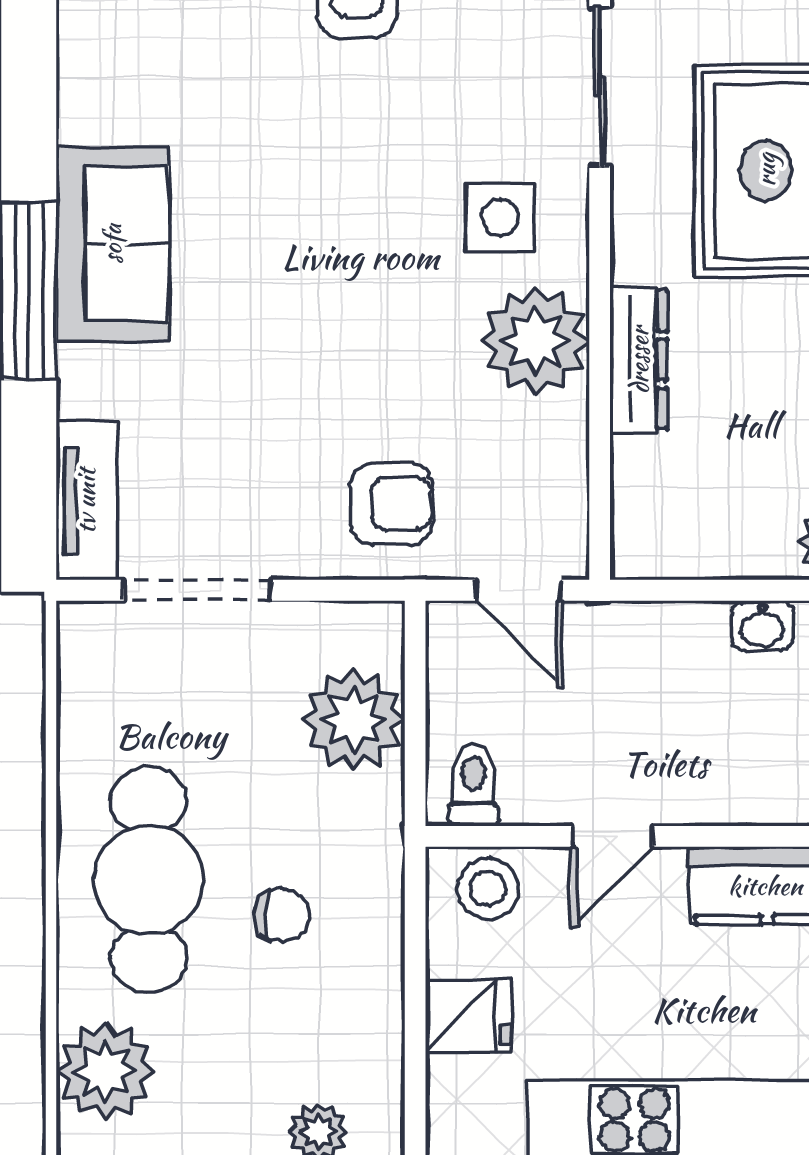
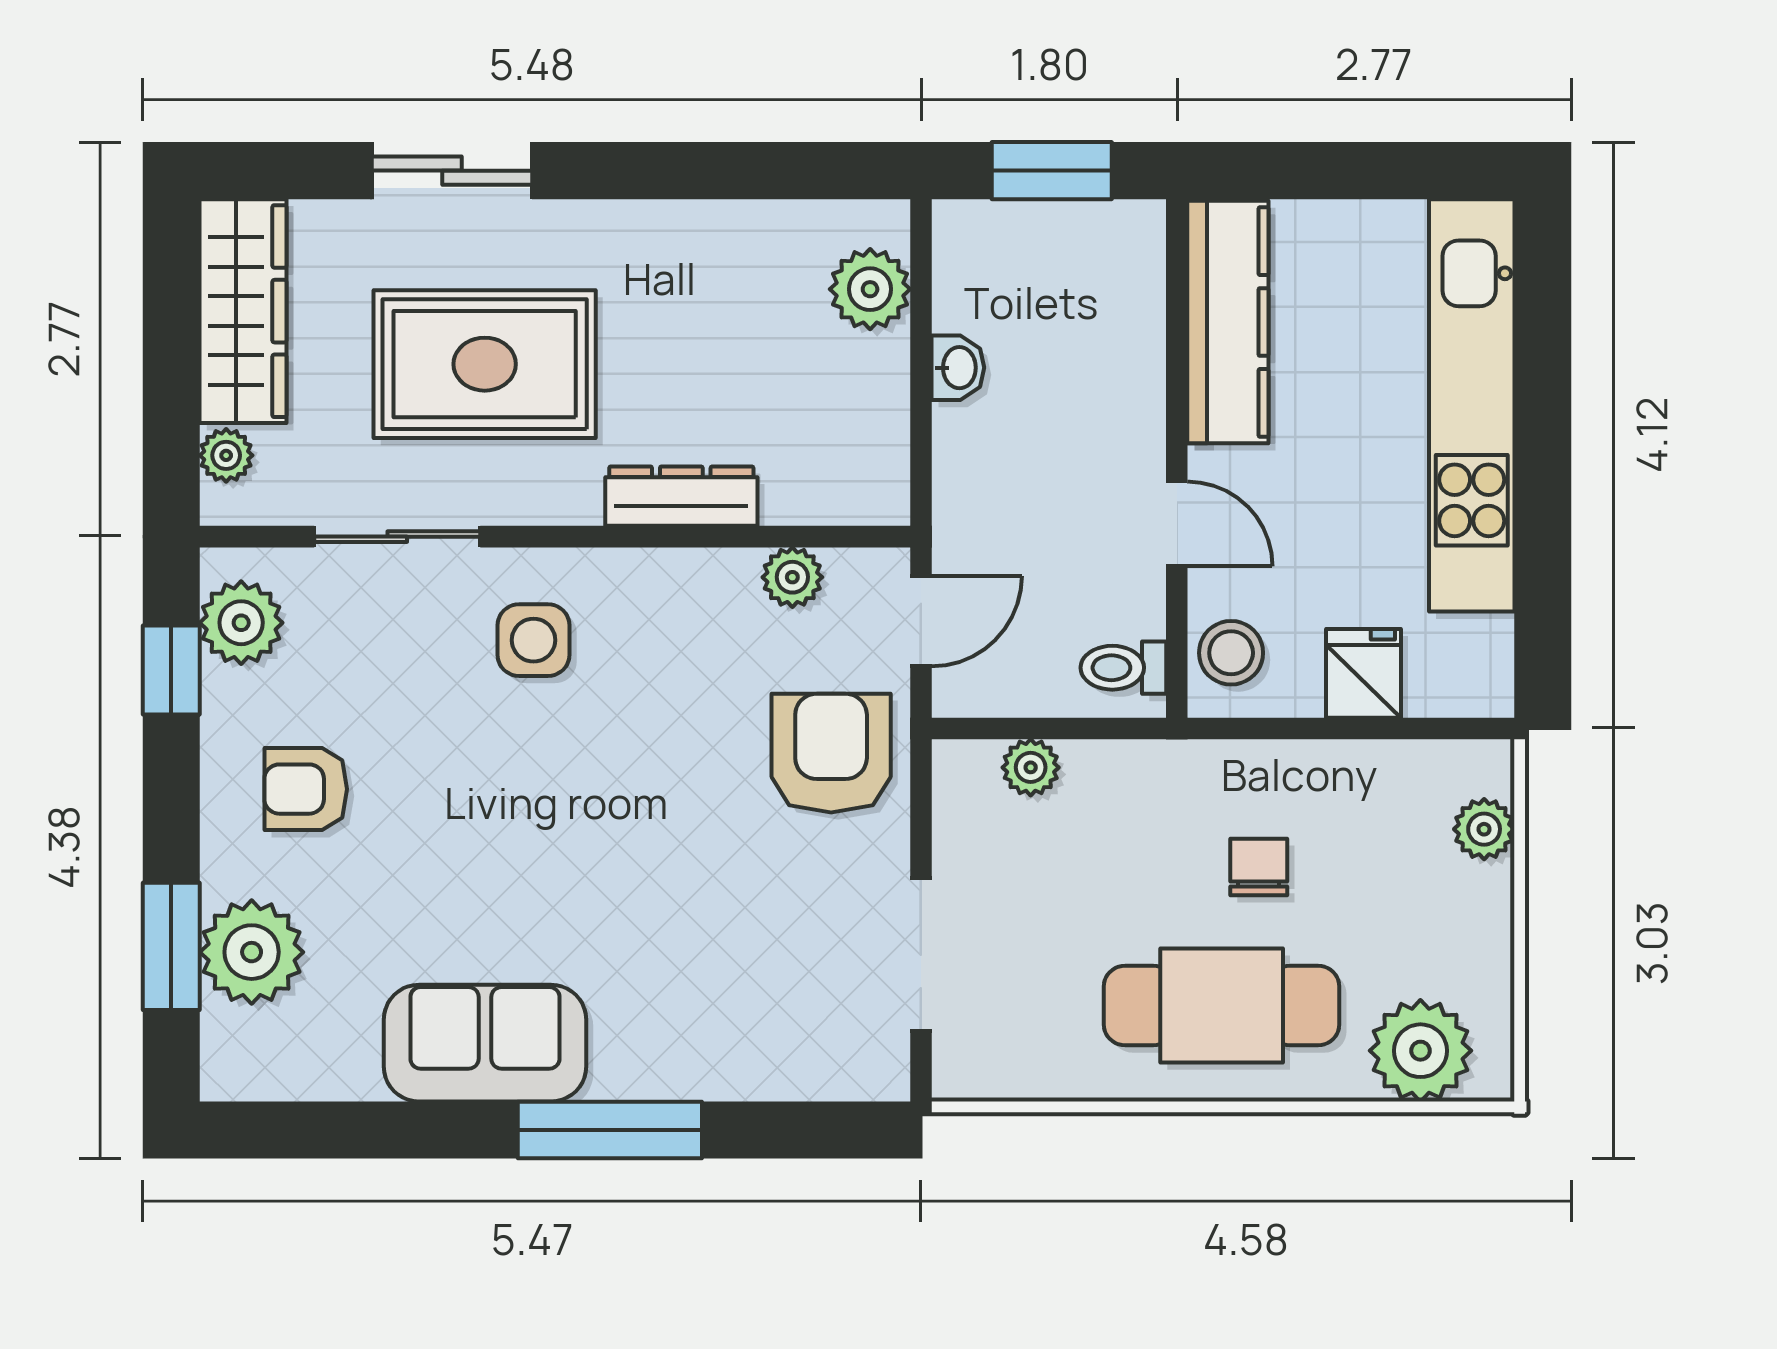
sofa: (112, 244) -> (485, 1043), moved
plant: (536, 341) -> (792, 577), moved, width x0.53, depth x0.53
tv unit: (86, 501) -> (828, 1070), removed
armchair: (391, 504) -> (831, 753), width x1.38, depth x1.38
plant: (354, 720) -> (1031, 767), width x0.53, depth x0.53

